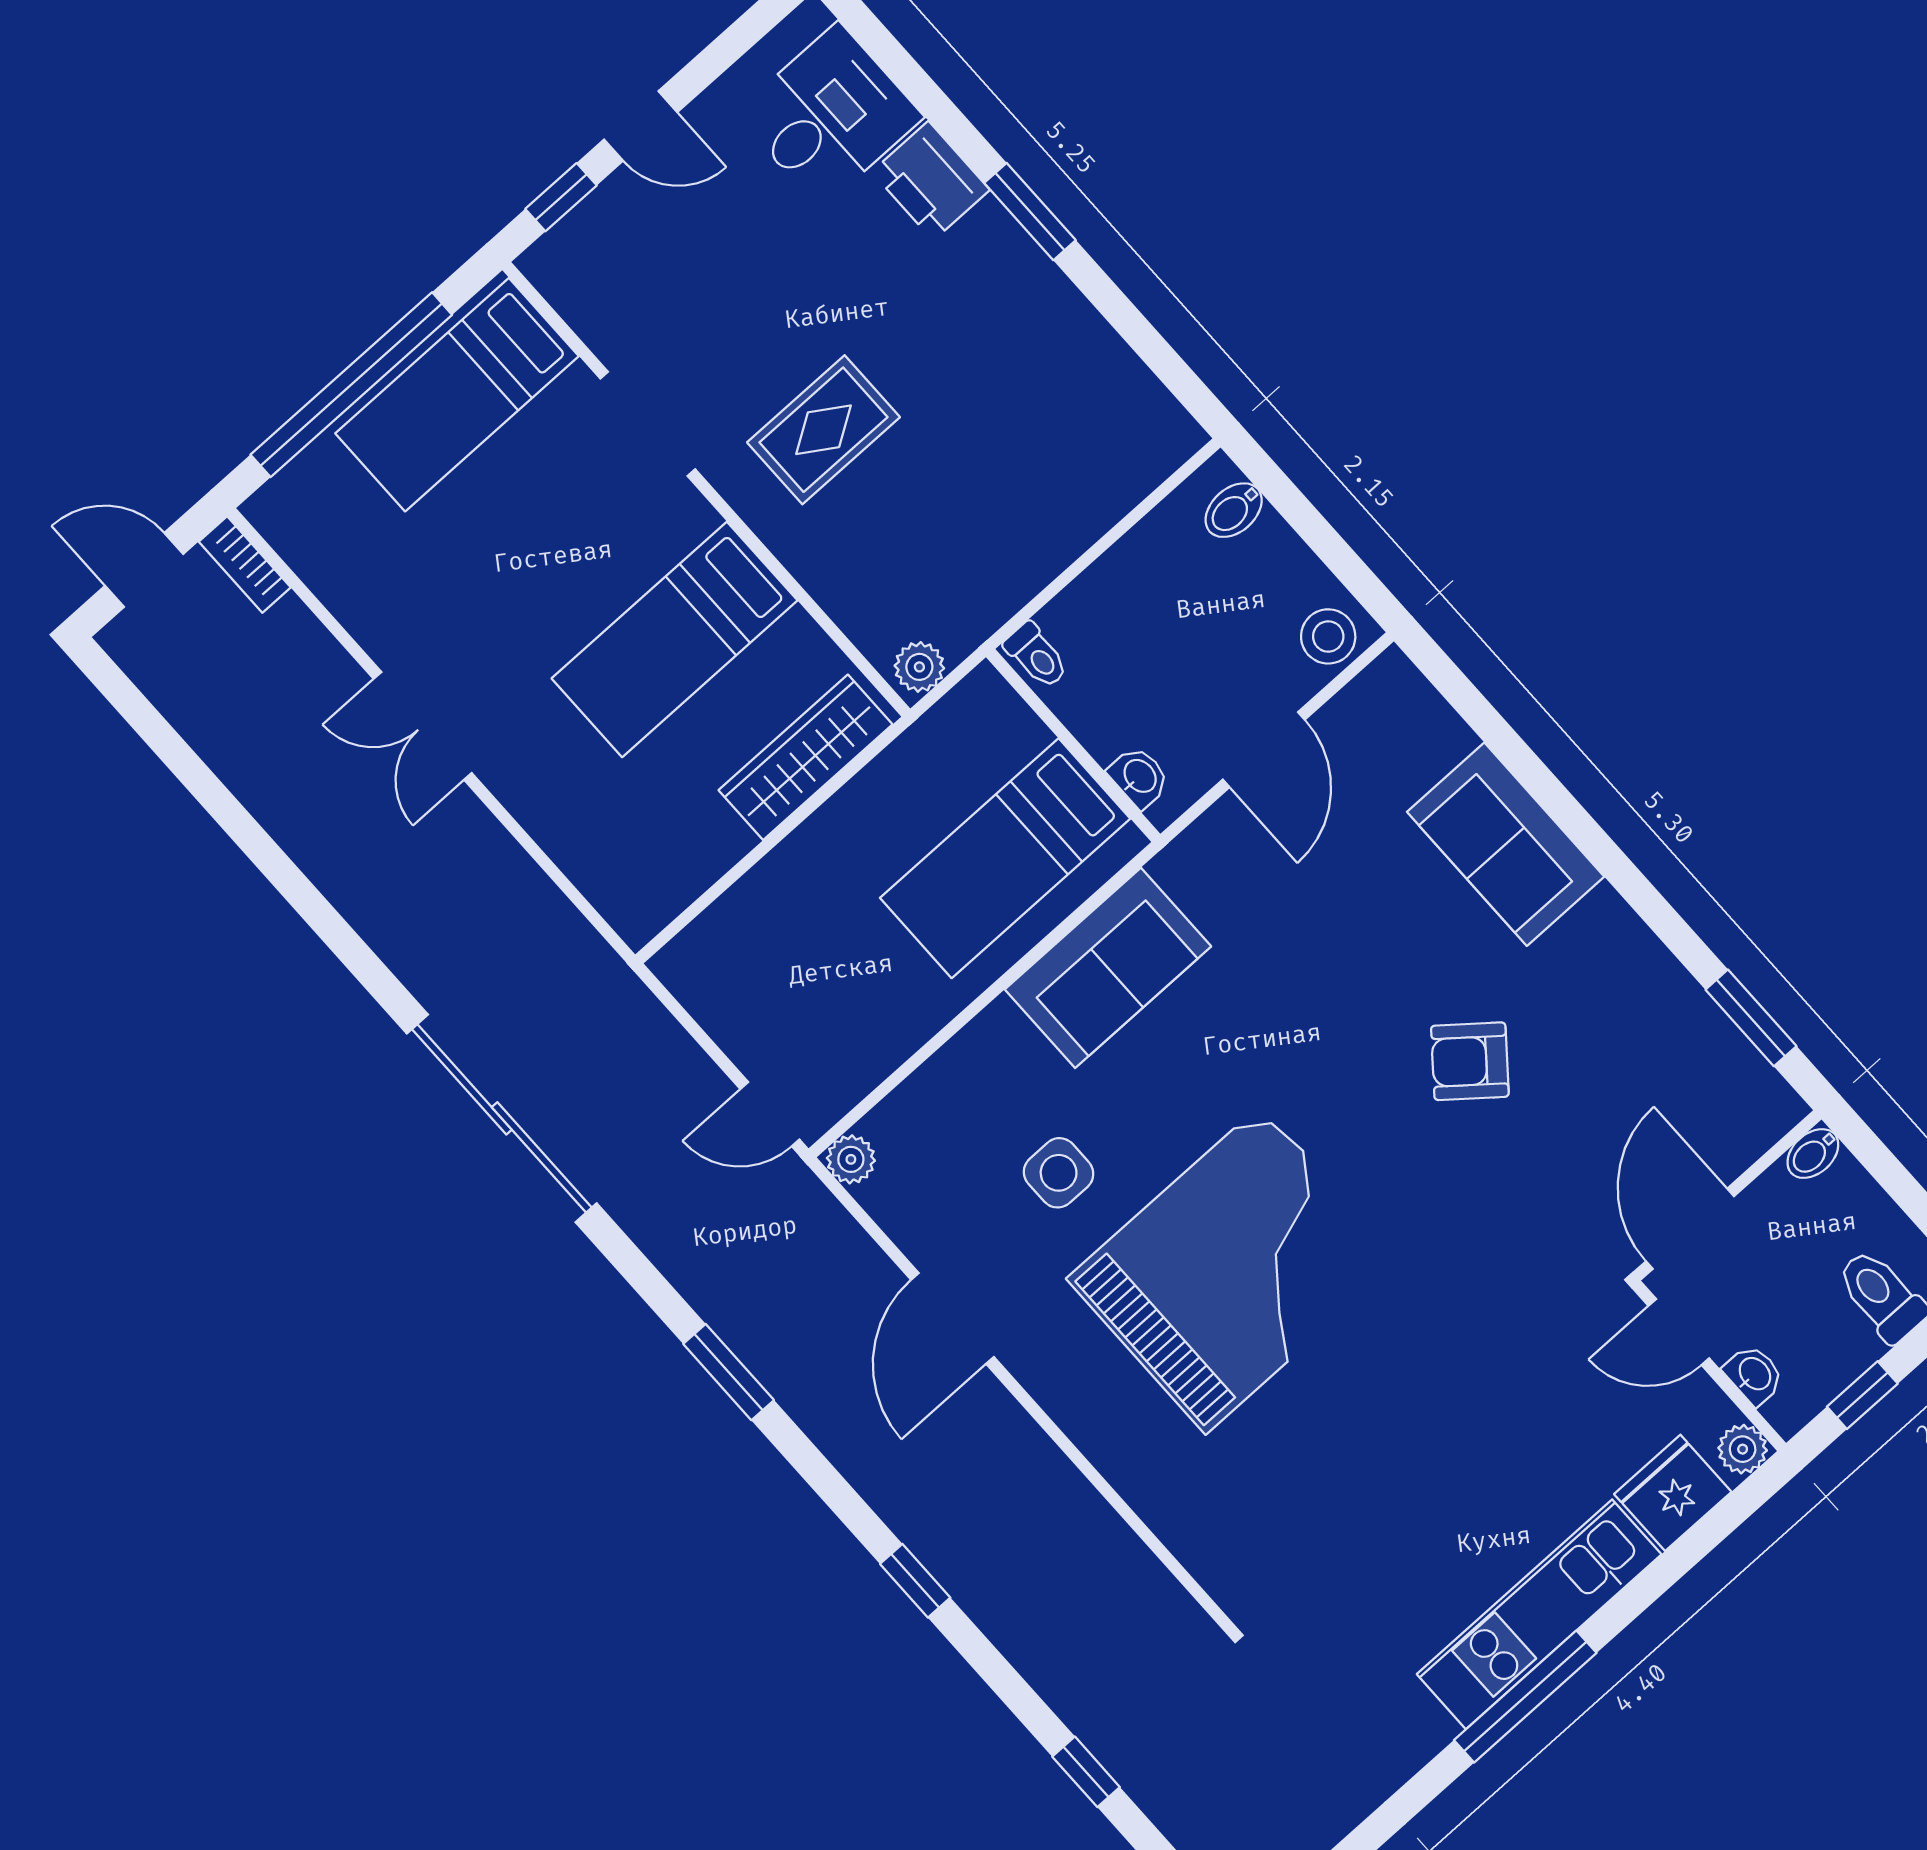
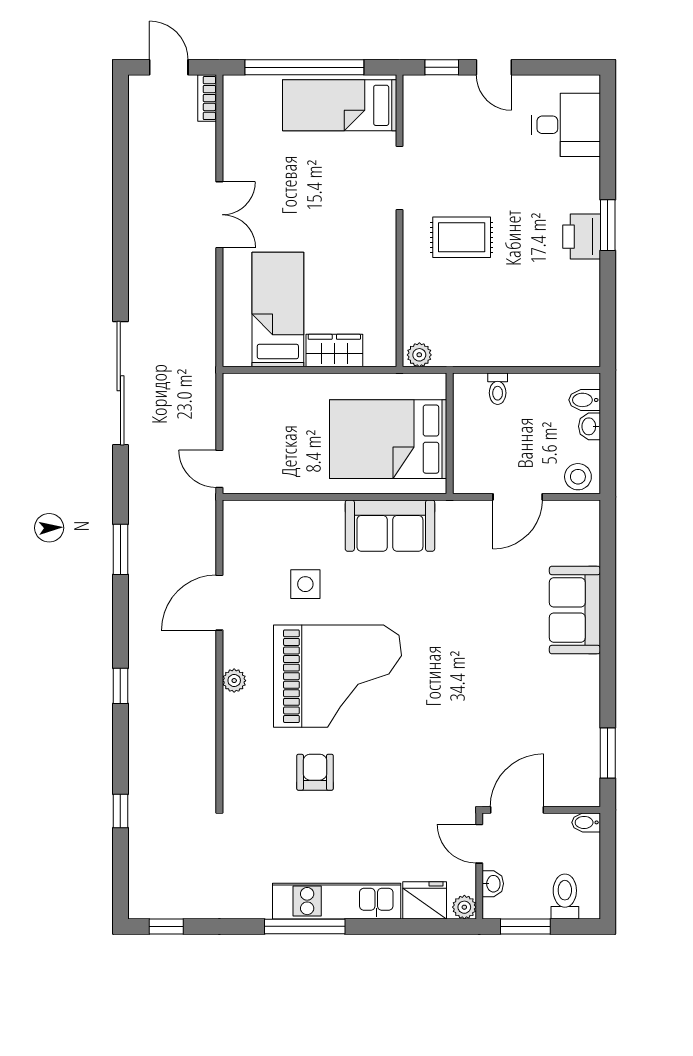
printer: (931, 181) -> (582, 237), moved
bed: (675, 639) -> (278, 310), moved, turned 90
toilet: (1036, 656) -> (498, 389), moved
double door: (423, 726) -> (219, 215), swing flipped
wardrobe: (805, 757) -> (334, 351), width x0.67
washbasin: (1139, 777) -> (589, 426), moved, turned 180
bed: (1005, 858) -> (388, 439), width x1.50
armchair: (1470, 1061) -> (315, 772), moved, turned 51
plant: (851, 1159) -> (234, 681), moved
window: (1862, 1395) -> (525, 926), width x1.50

